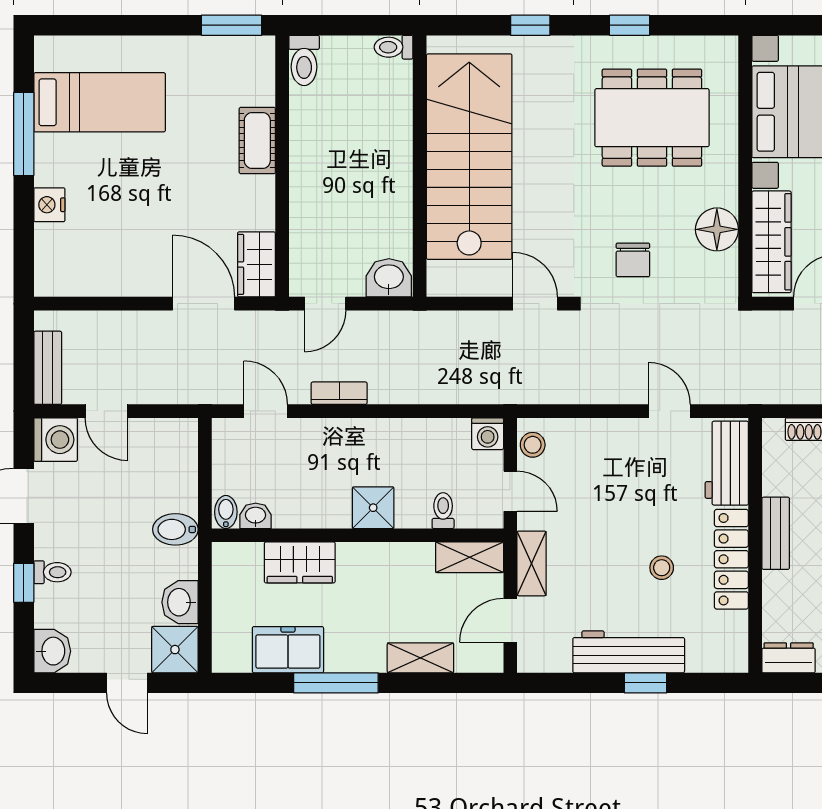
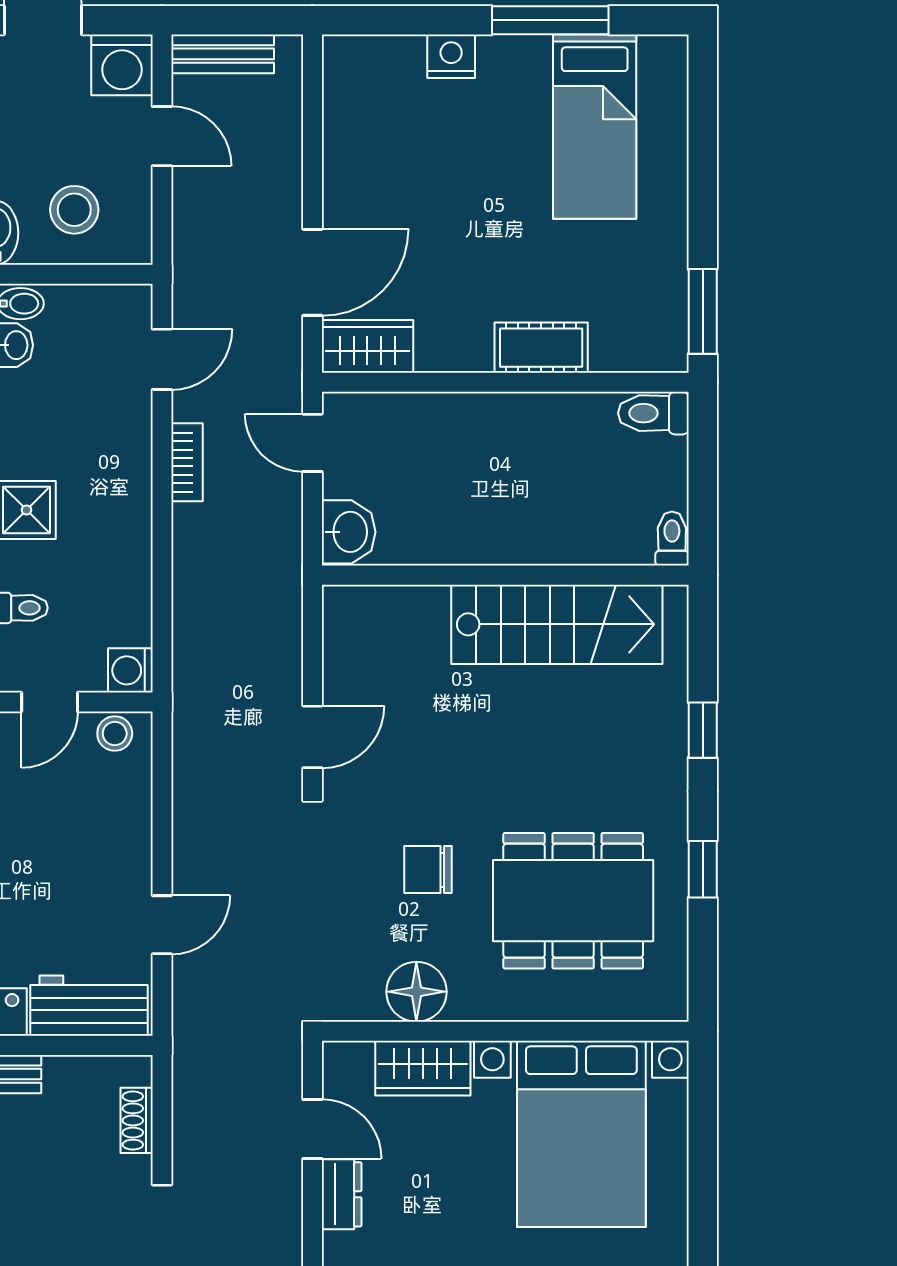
dining table: (652, 118) -> (573, 901), turned 90
stairs: (469, 157) -> (557, 624), width x0.73, depth x0.66
wardrobe: (771, 242) -> (423, 1068), width x0.67
chair: (633, 260) -> (428, 870), moved
door: (106, 411) -> (162, 136), swing flipped
stool: (159, 474) -> (74, 210), added

